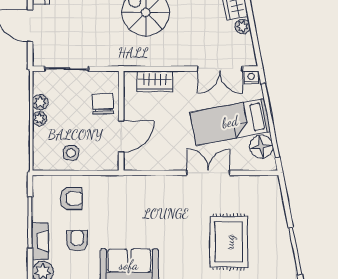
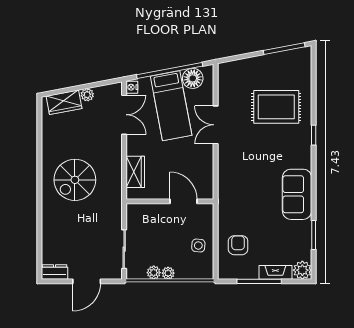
chair: (103, 104) -> (155, 217), removed
armchair: (77, 241) -> (275, 240), removed

